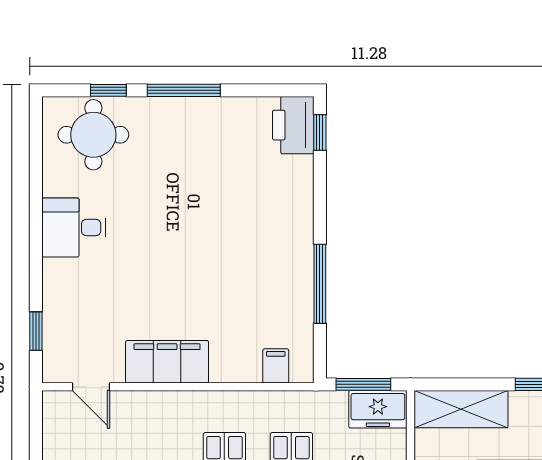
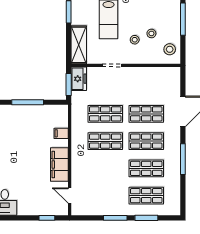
filing cabinet: (276, 366) -> (61, 133), moved
door: (91, 387) -> (70, 195), swing flipped

